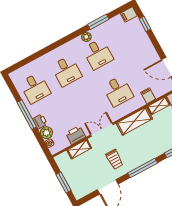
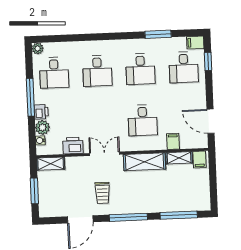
plant: (86, 37) -> (38, 48), moved
desk: (129, 37) -> (184, 67), added
shelving: (79, 149) -> (51, 164), moved

